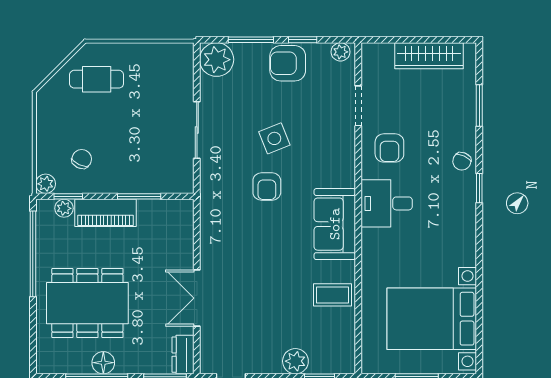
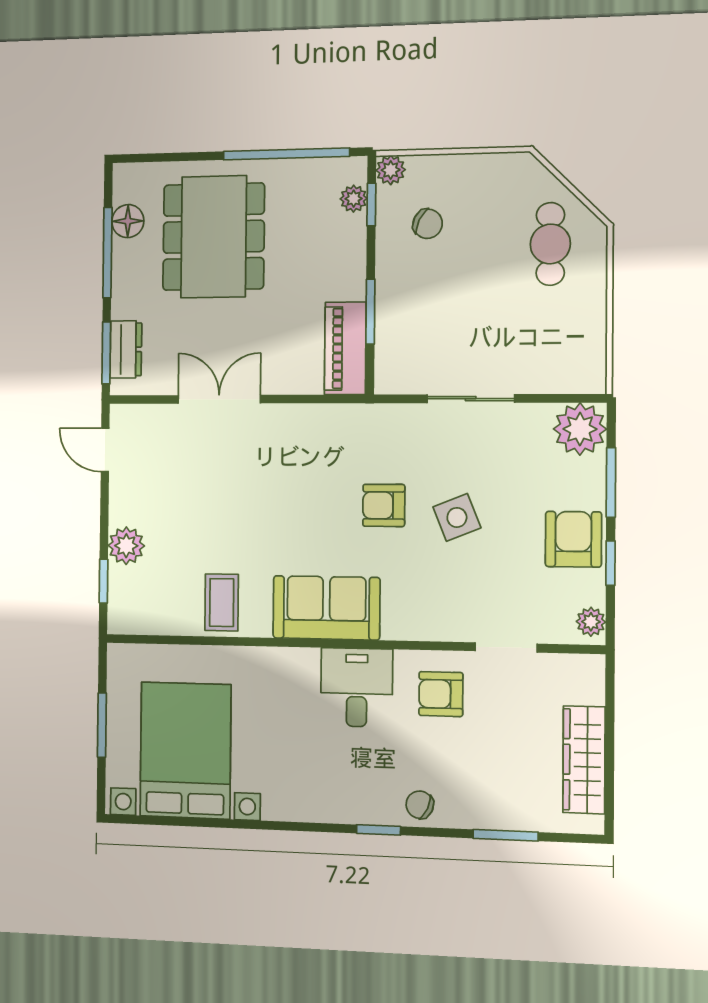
piano: (106, 213) -> (345, 348), moved
dresser: (183, 355) -> (126, 349), moved, turned 90
floor lamp: (103, 363) -> (128, 221), moved

